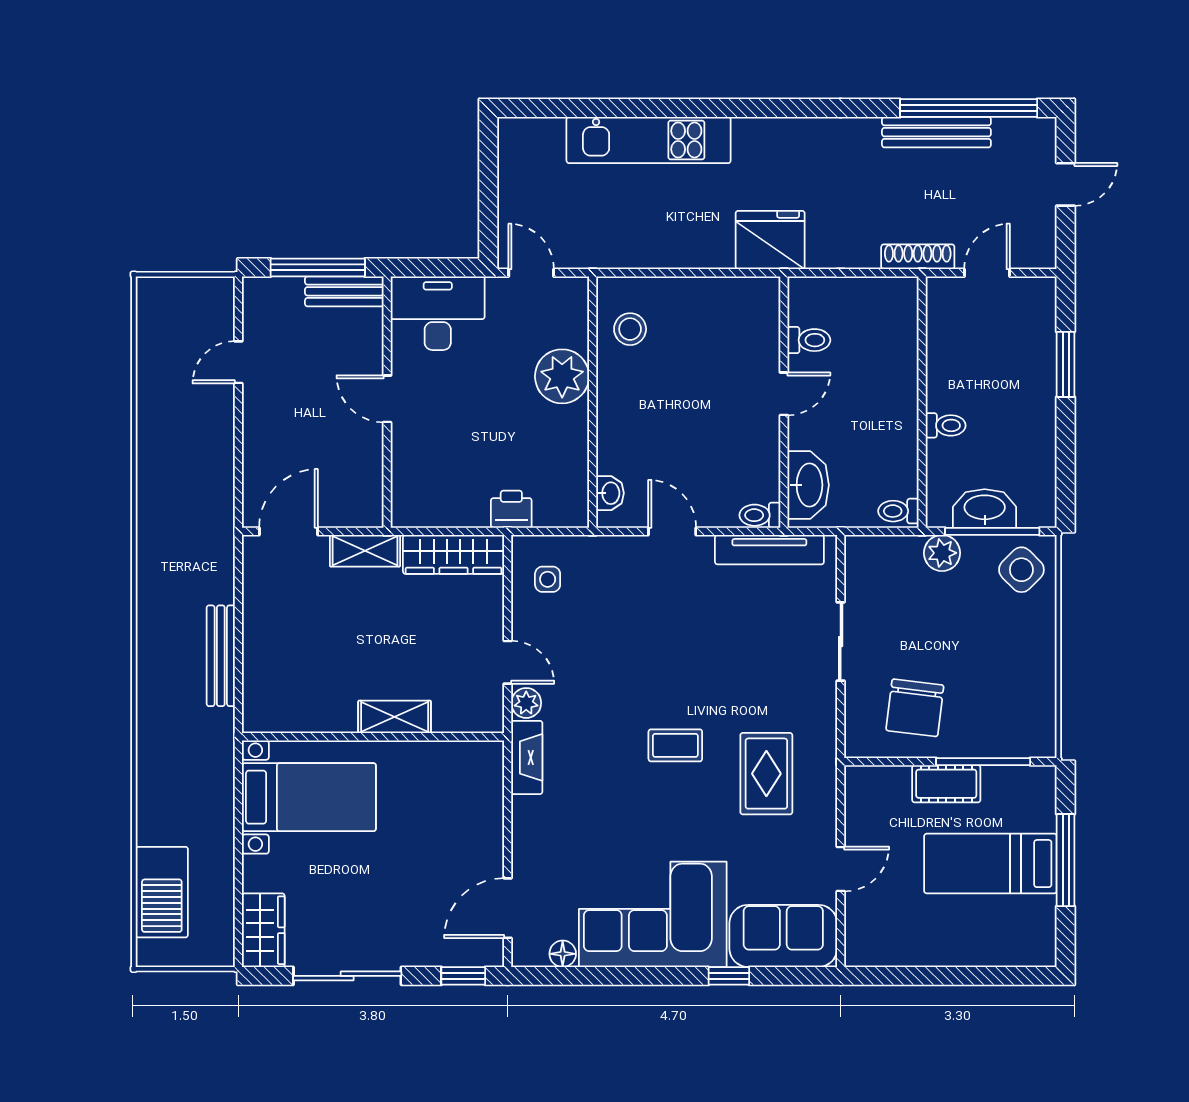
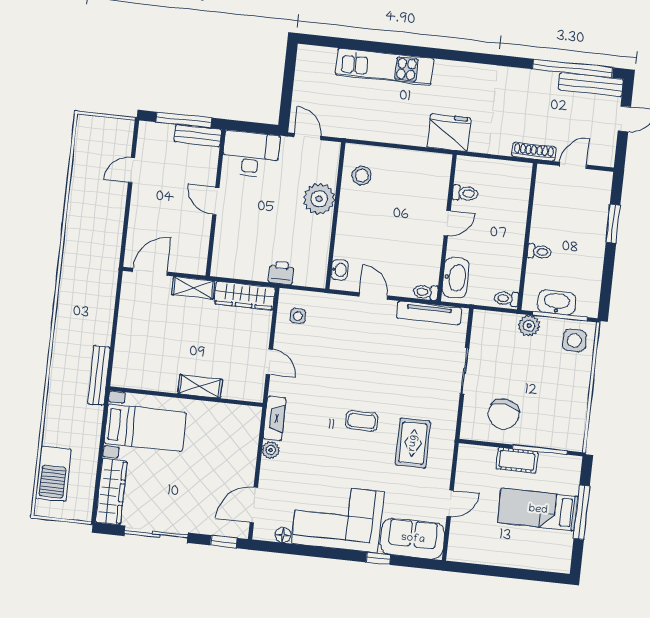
bench: (936, 132) -> (591, 84), moved
side table: (1021, 570) -> (574, 340), turned 45
bench: (221, 656) -> (99, 375), moved
plant: (526, 703) -> (271, 450), moved
wardrobe: (263, 930) -> (111, 492), width x1.50

